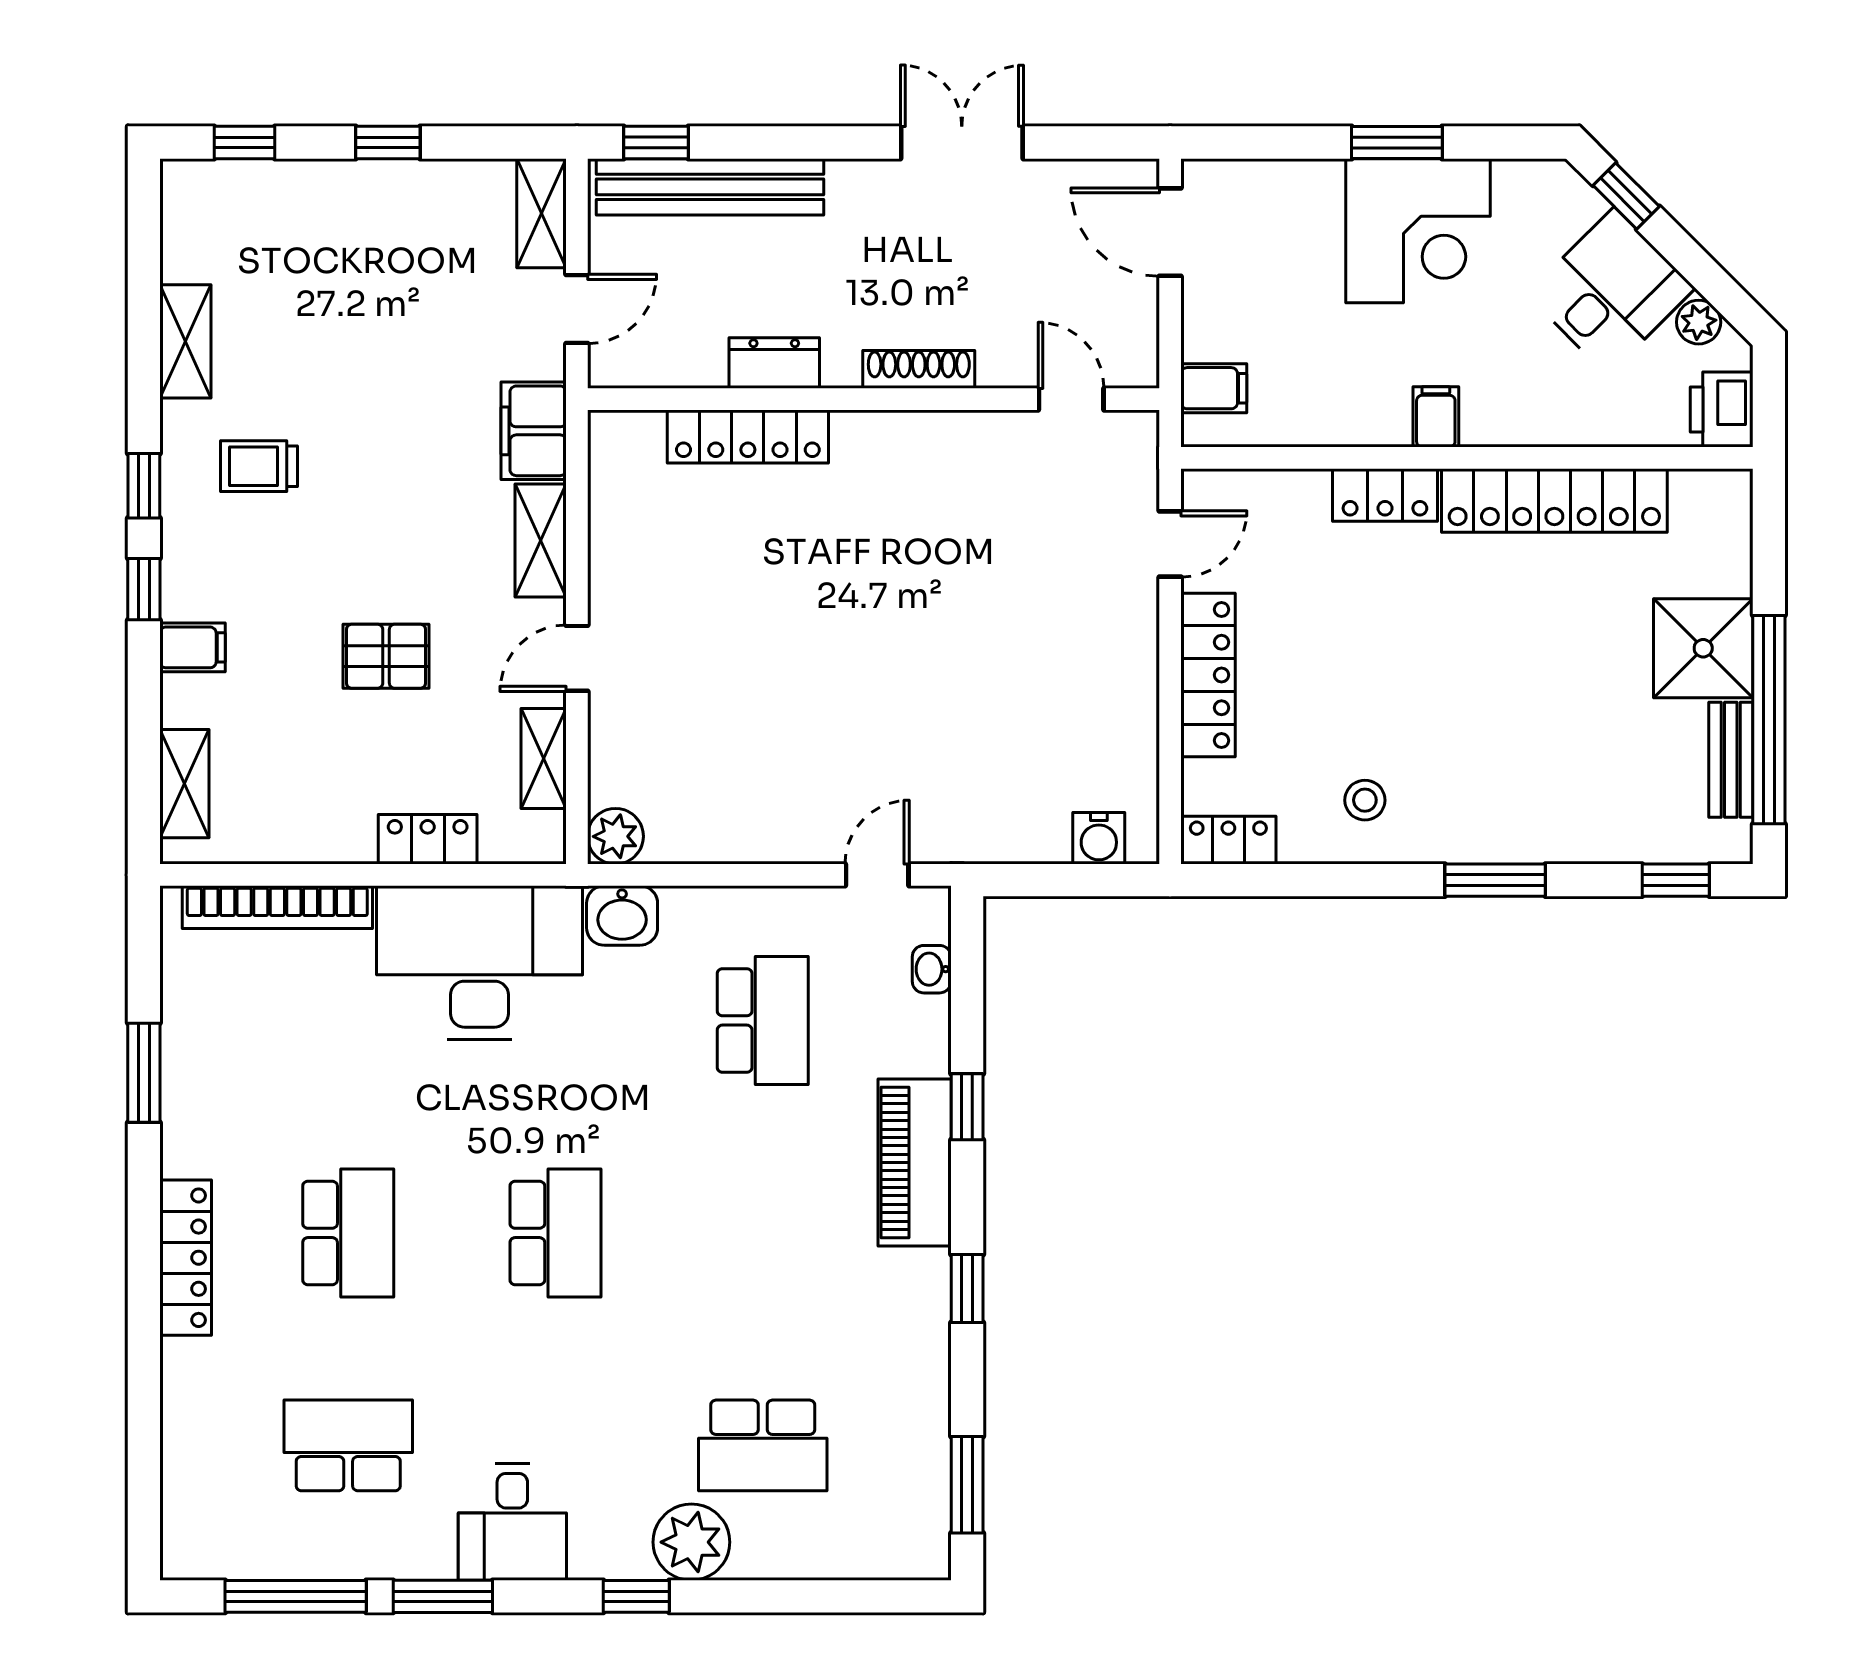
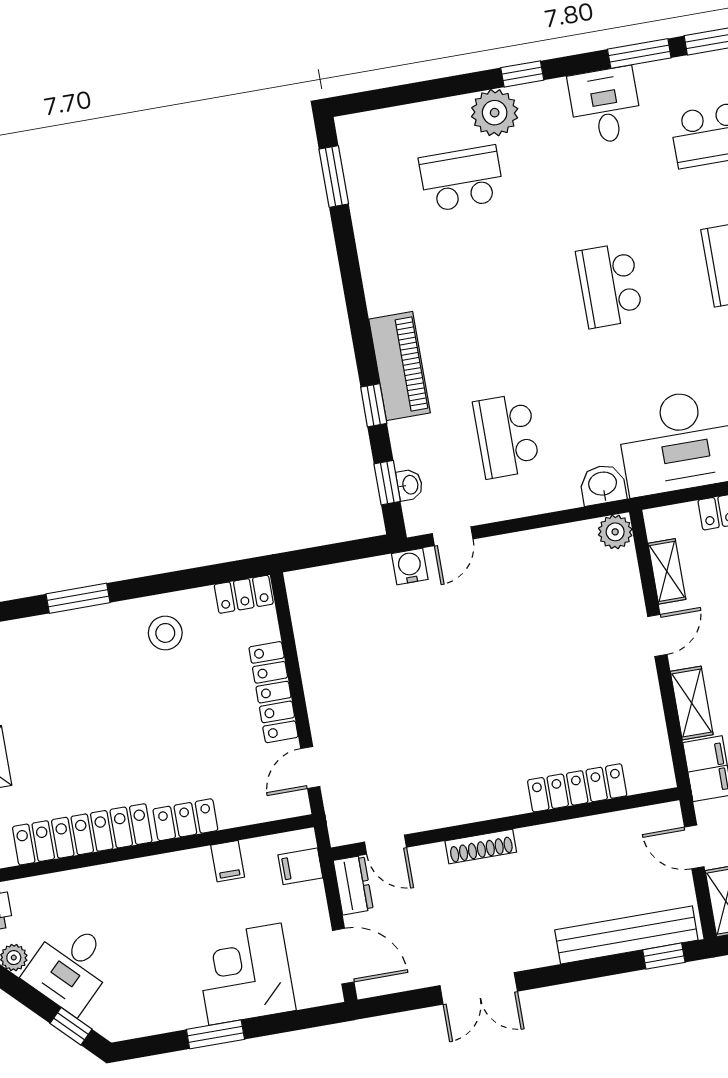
corner desk: (1418, 231) -> (245, 974), moved
door: (577, 309) -> (694, 847), hinge flipped
dresser: (774, 363) -> (353, 885), moved, turned -90
filing cabinet: (1436, 417) -> (228, 861), moved
stool: (1365, 800) -> (165, 633), width x1.37, depth x1.37
water cooler: (1099, 838) -> (410, 566), moved
window: (967, 1289) -> (387, 483), moved

